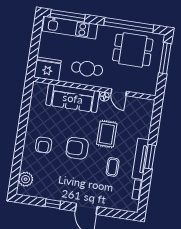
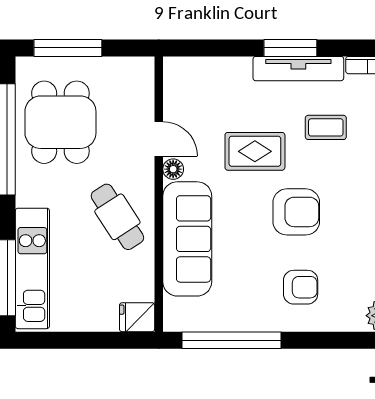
fridge: (48, 69) -> (137, 317), width x0.53, depth x0.75
cafe table: (87, 69) -> (117, 217), turned -33
door: (119, 92) -> (159, 139), hinge flipped
window: (25, 111) -> (231, 340), added
armchair: (77, 148) -> (296, 212), turned -90

